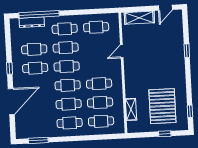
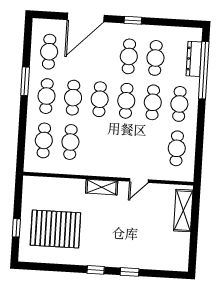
door: (165, 8) -> (193, 249), removed
door: (122, 51) -> (139, 181), swing flipped
cafe table: (99, 84) -> (49, 52), moved
door: (11, 102) -> (86, 17), hinge flipped
shelving: (131, 109) -> (102, 187), moved
window: (190, 111) -> (96, 270), moved
window: (38, 140) -> (25, 81), moved

